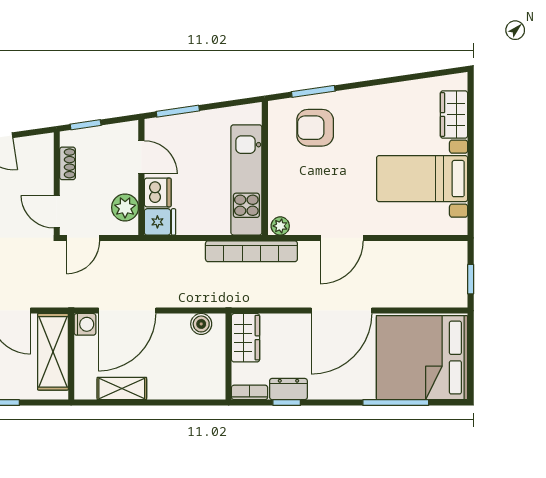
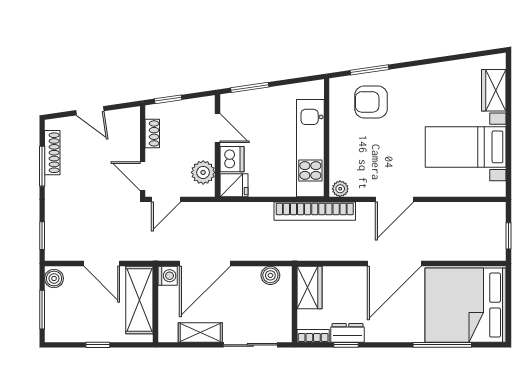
sliding door: (178, 403) -> (250, 345), added

